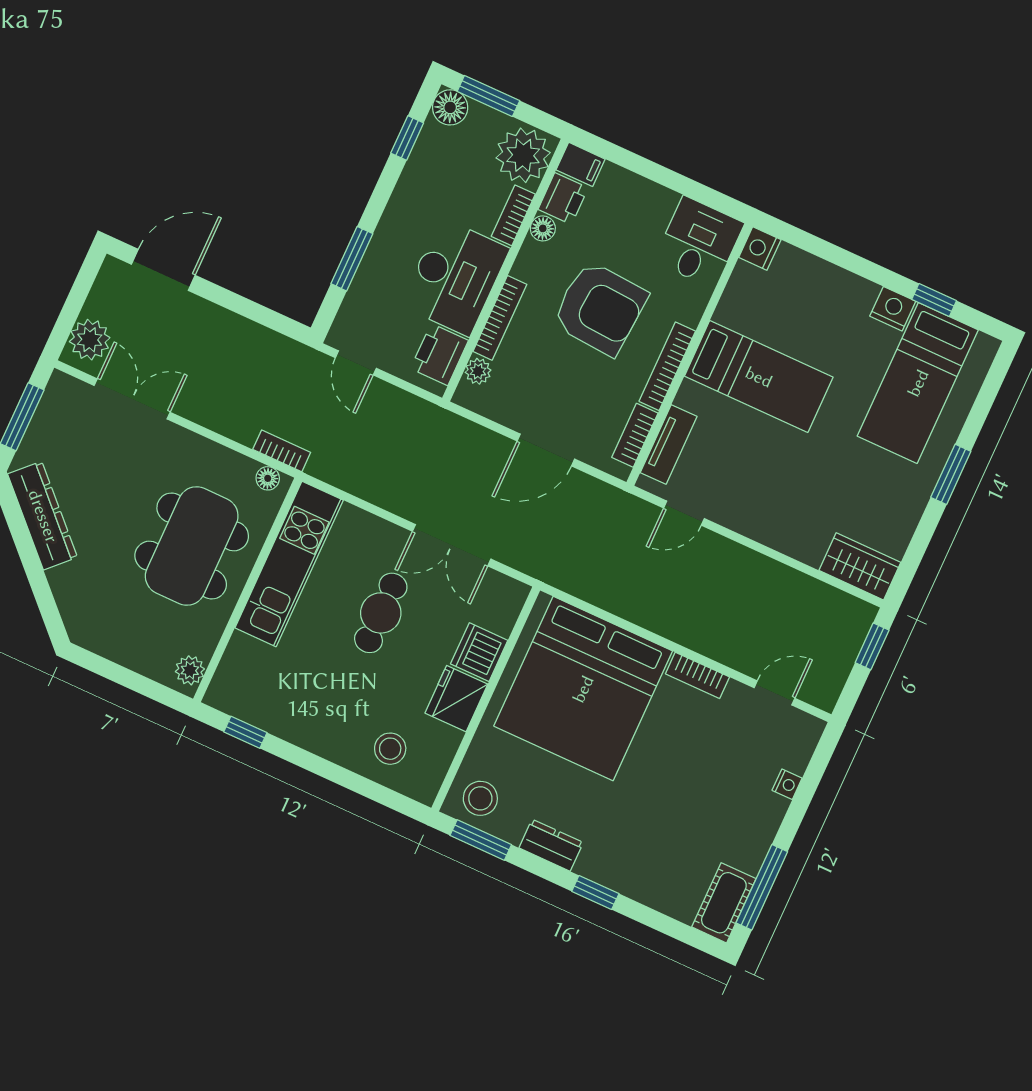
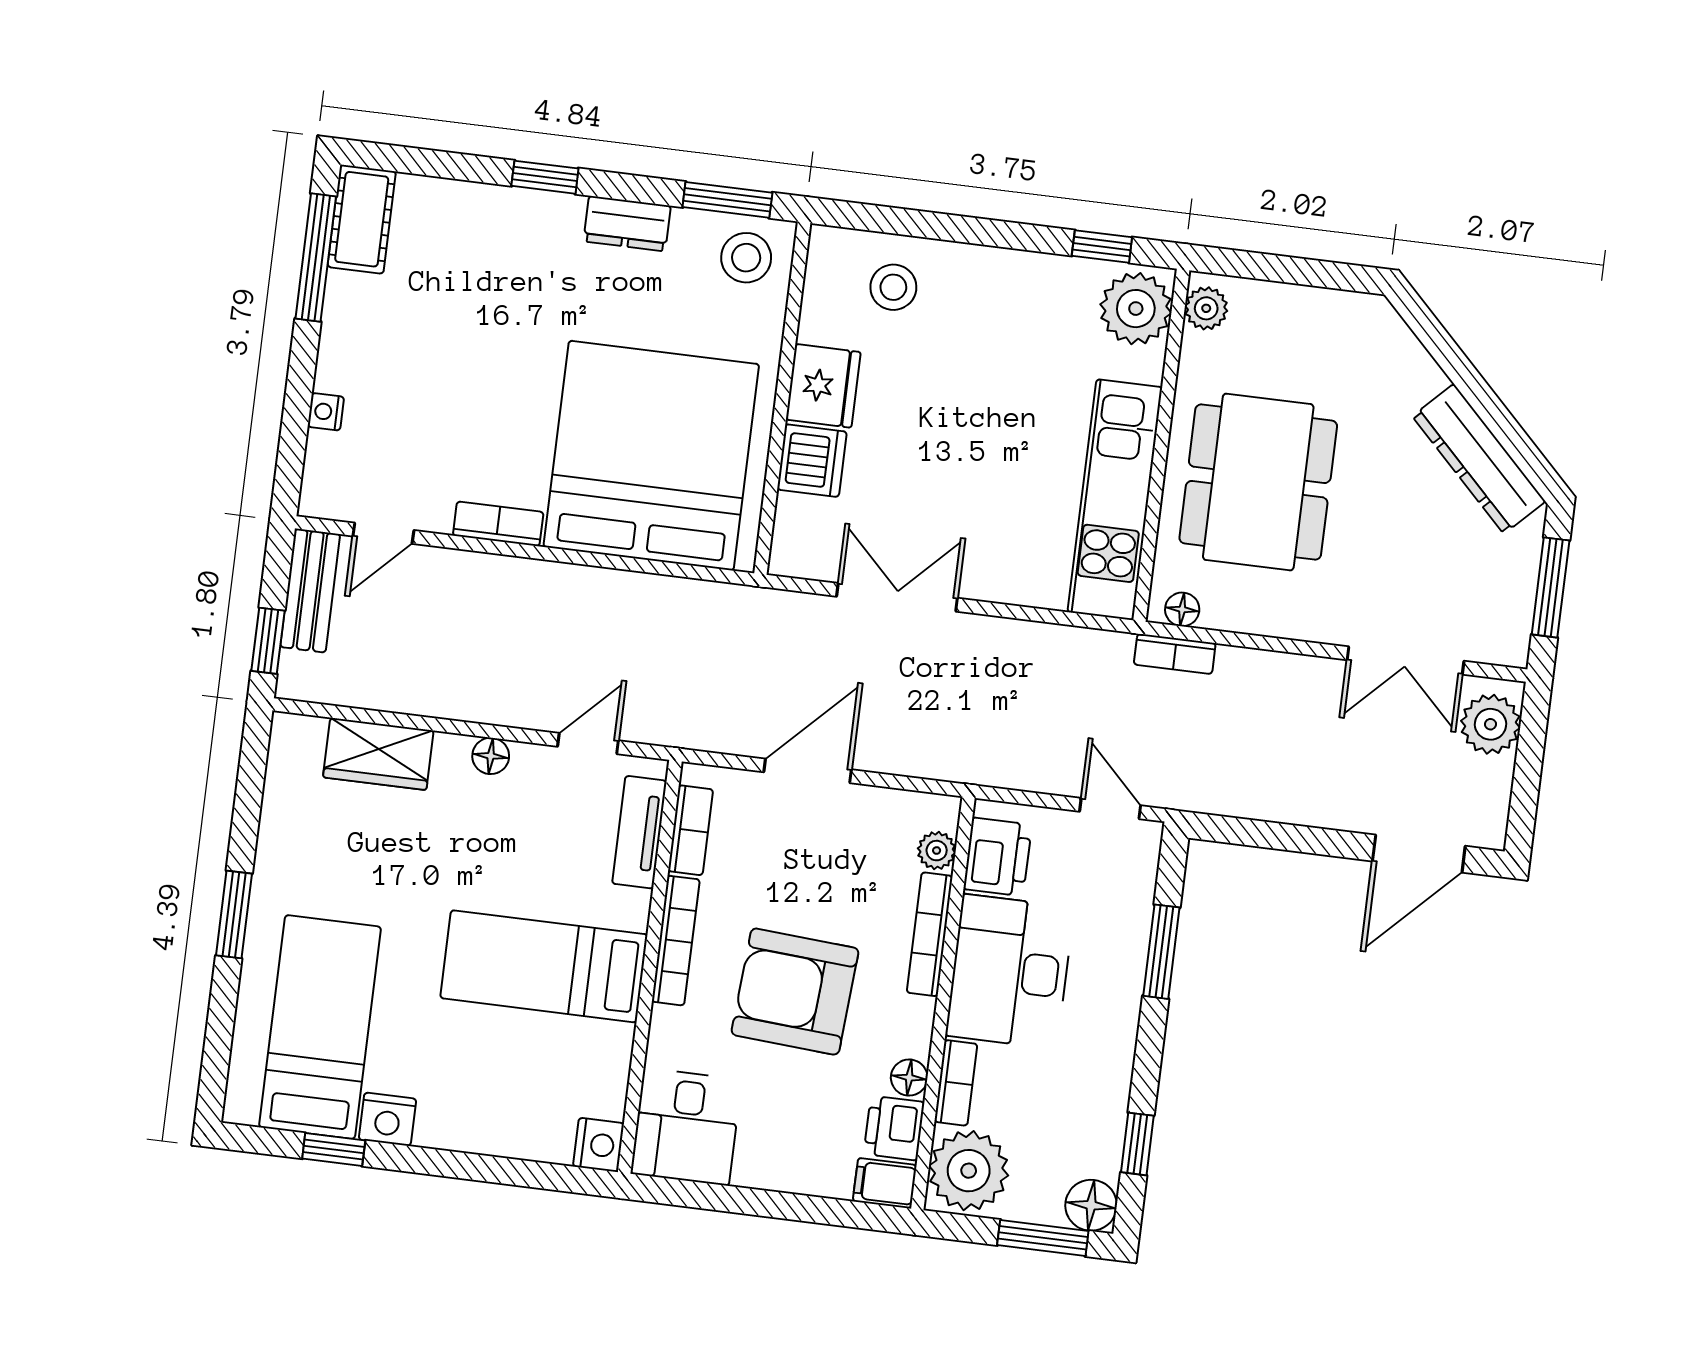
floor lamp: (750, 525) -> (491, 756), added
wardrobe: (860, 566) -> (378, 754), moved
cafe table: (381, 613) -> (966, 472), removed
bench: (834, 671) -> (310, 591), added
plant: (236, 685) -> (1136, 309), added

